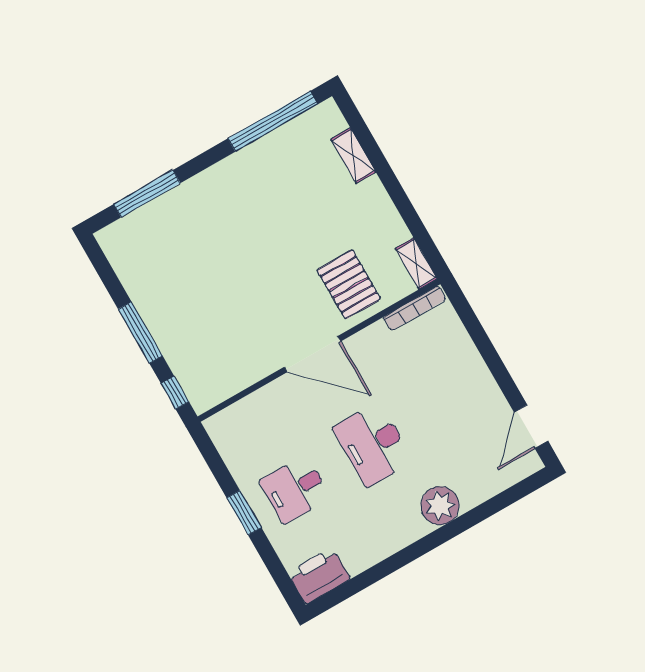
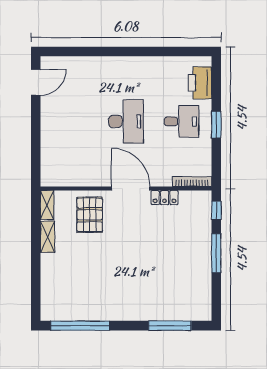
shelving: (353, 156) -> (48, 237), moved
bookcase: (415, 308) -> (192, 182), moved
locker: (258, 369) -> (165, 198), added
plant: (440, 506) -> (109, 68), removed
printer: (319, 576) -> (200, 83), moved, turned 90

